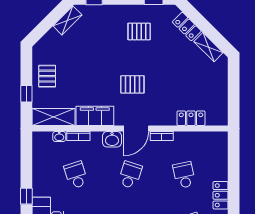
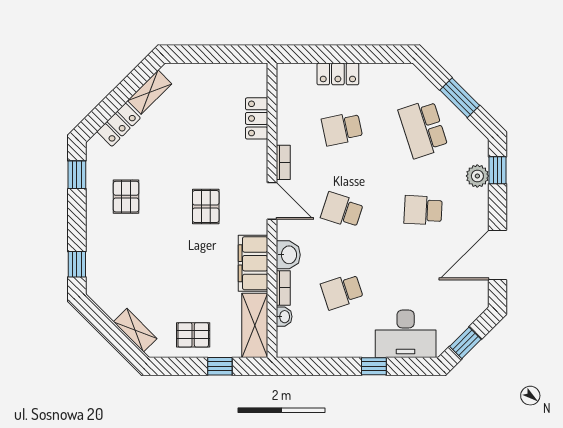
shelving: (67, 20) -> (135, 330), moved
washbasin: (112, 139) -> (288, 255), moved
locker: (221, 195) -> (338, 74), moved

